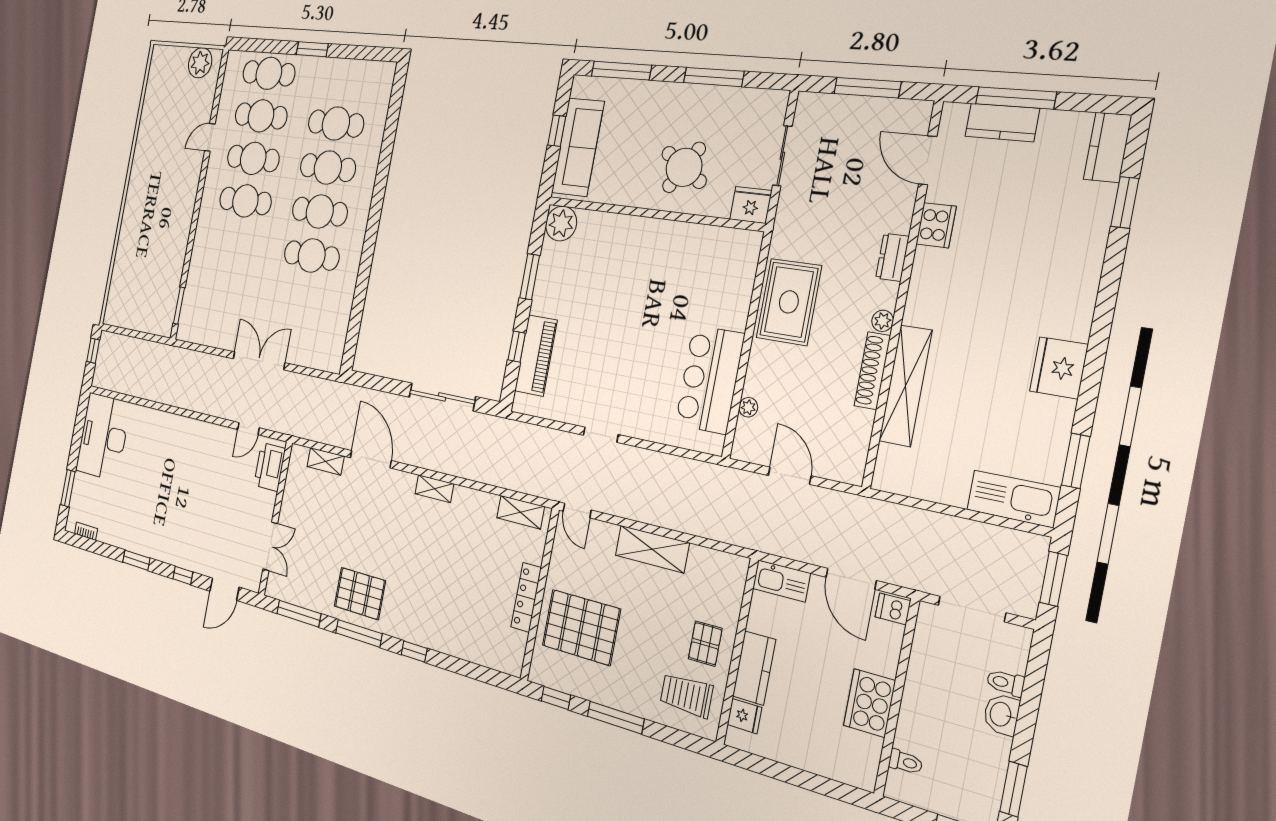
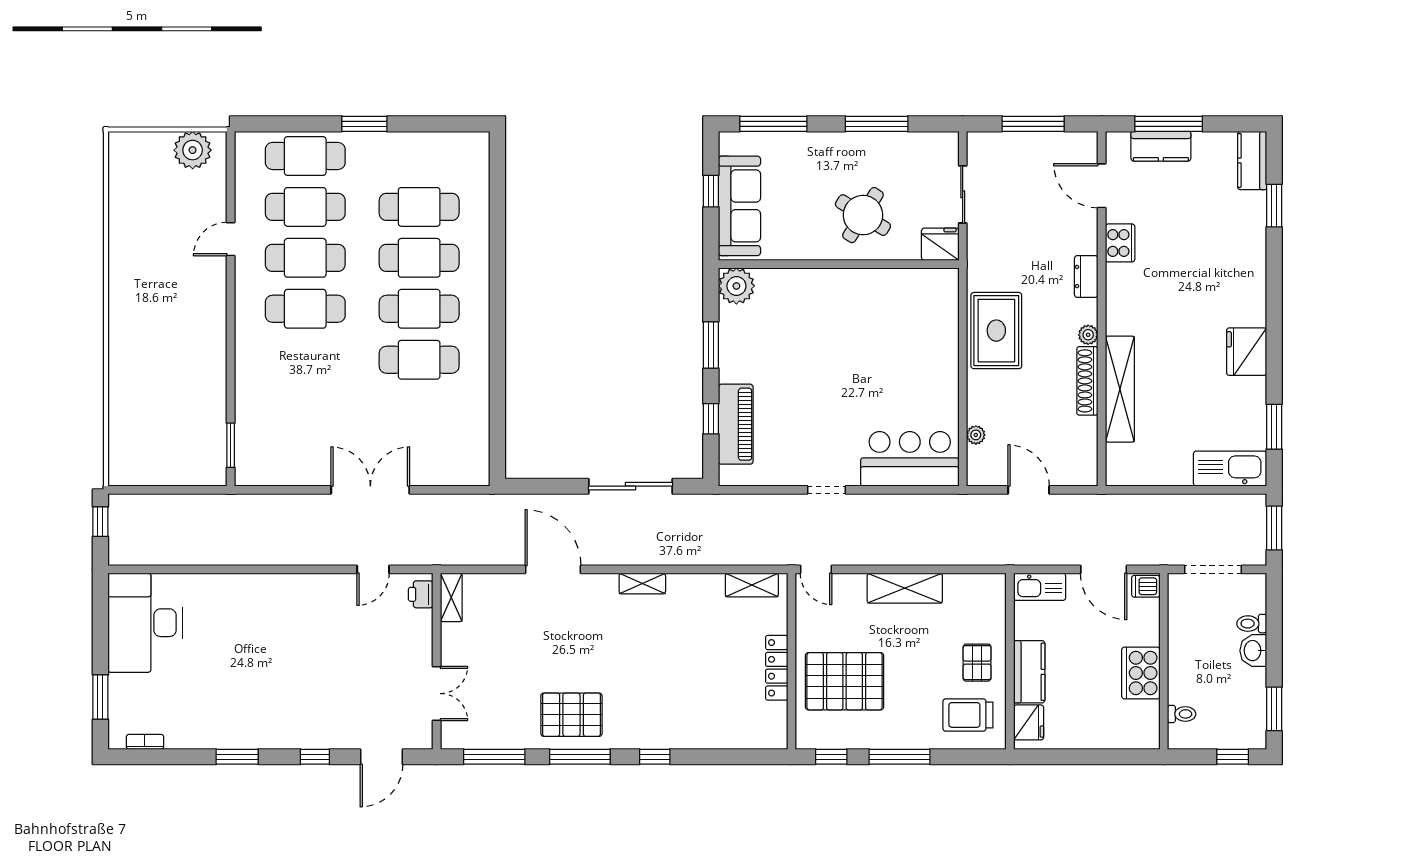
bar counter: (710, 379) -> (910, 459), moved, turned 90
shelving: (326, 461) -> (451, 597), moved, turned 90
printer: (270, 467) -> (421, 594), width x0.53, depth x0.68
fridge: (745, 716) -> (1029, 722), width x1.38

